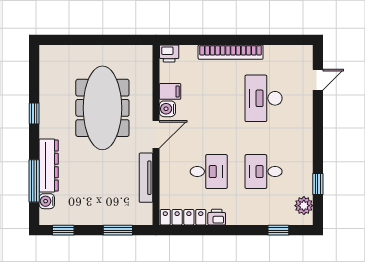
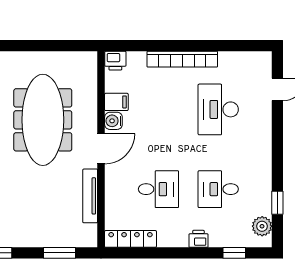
printer: (217, 217) -> (198, 239), moved

